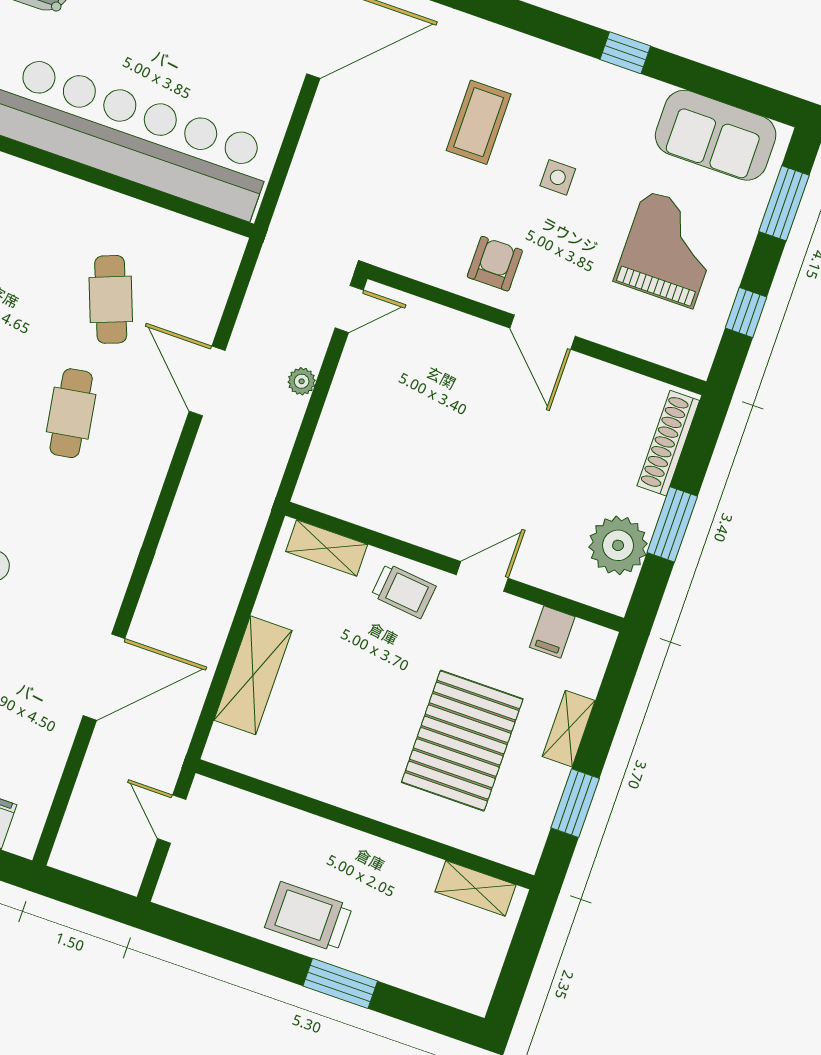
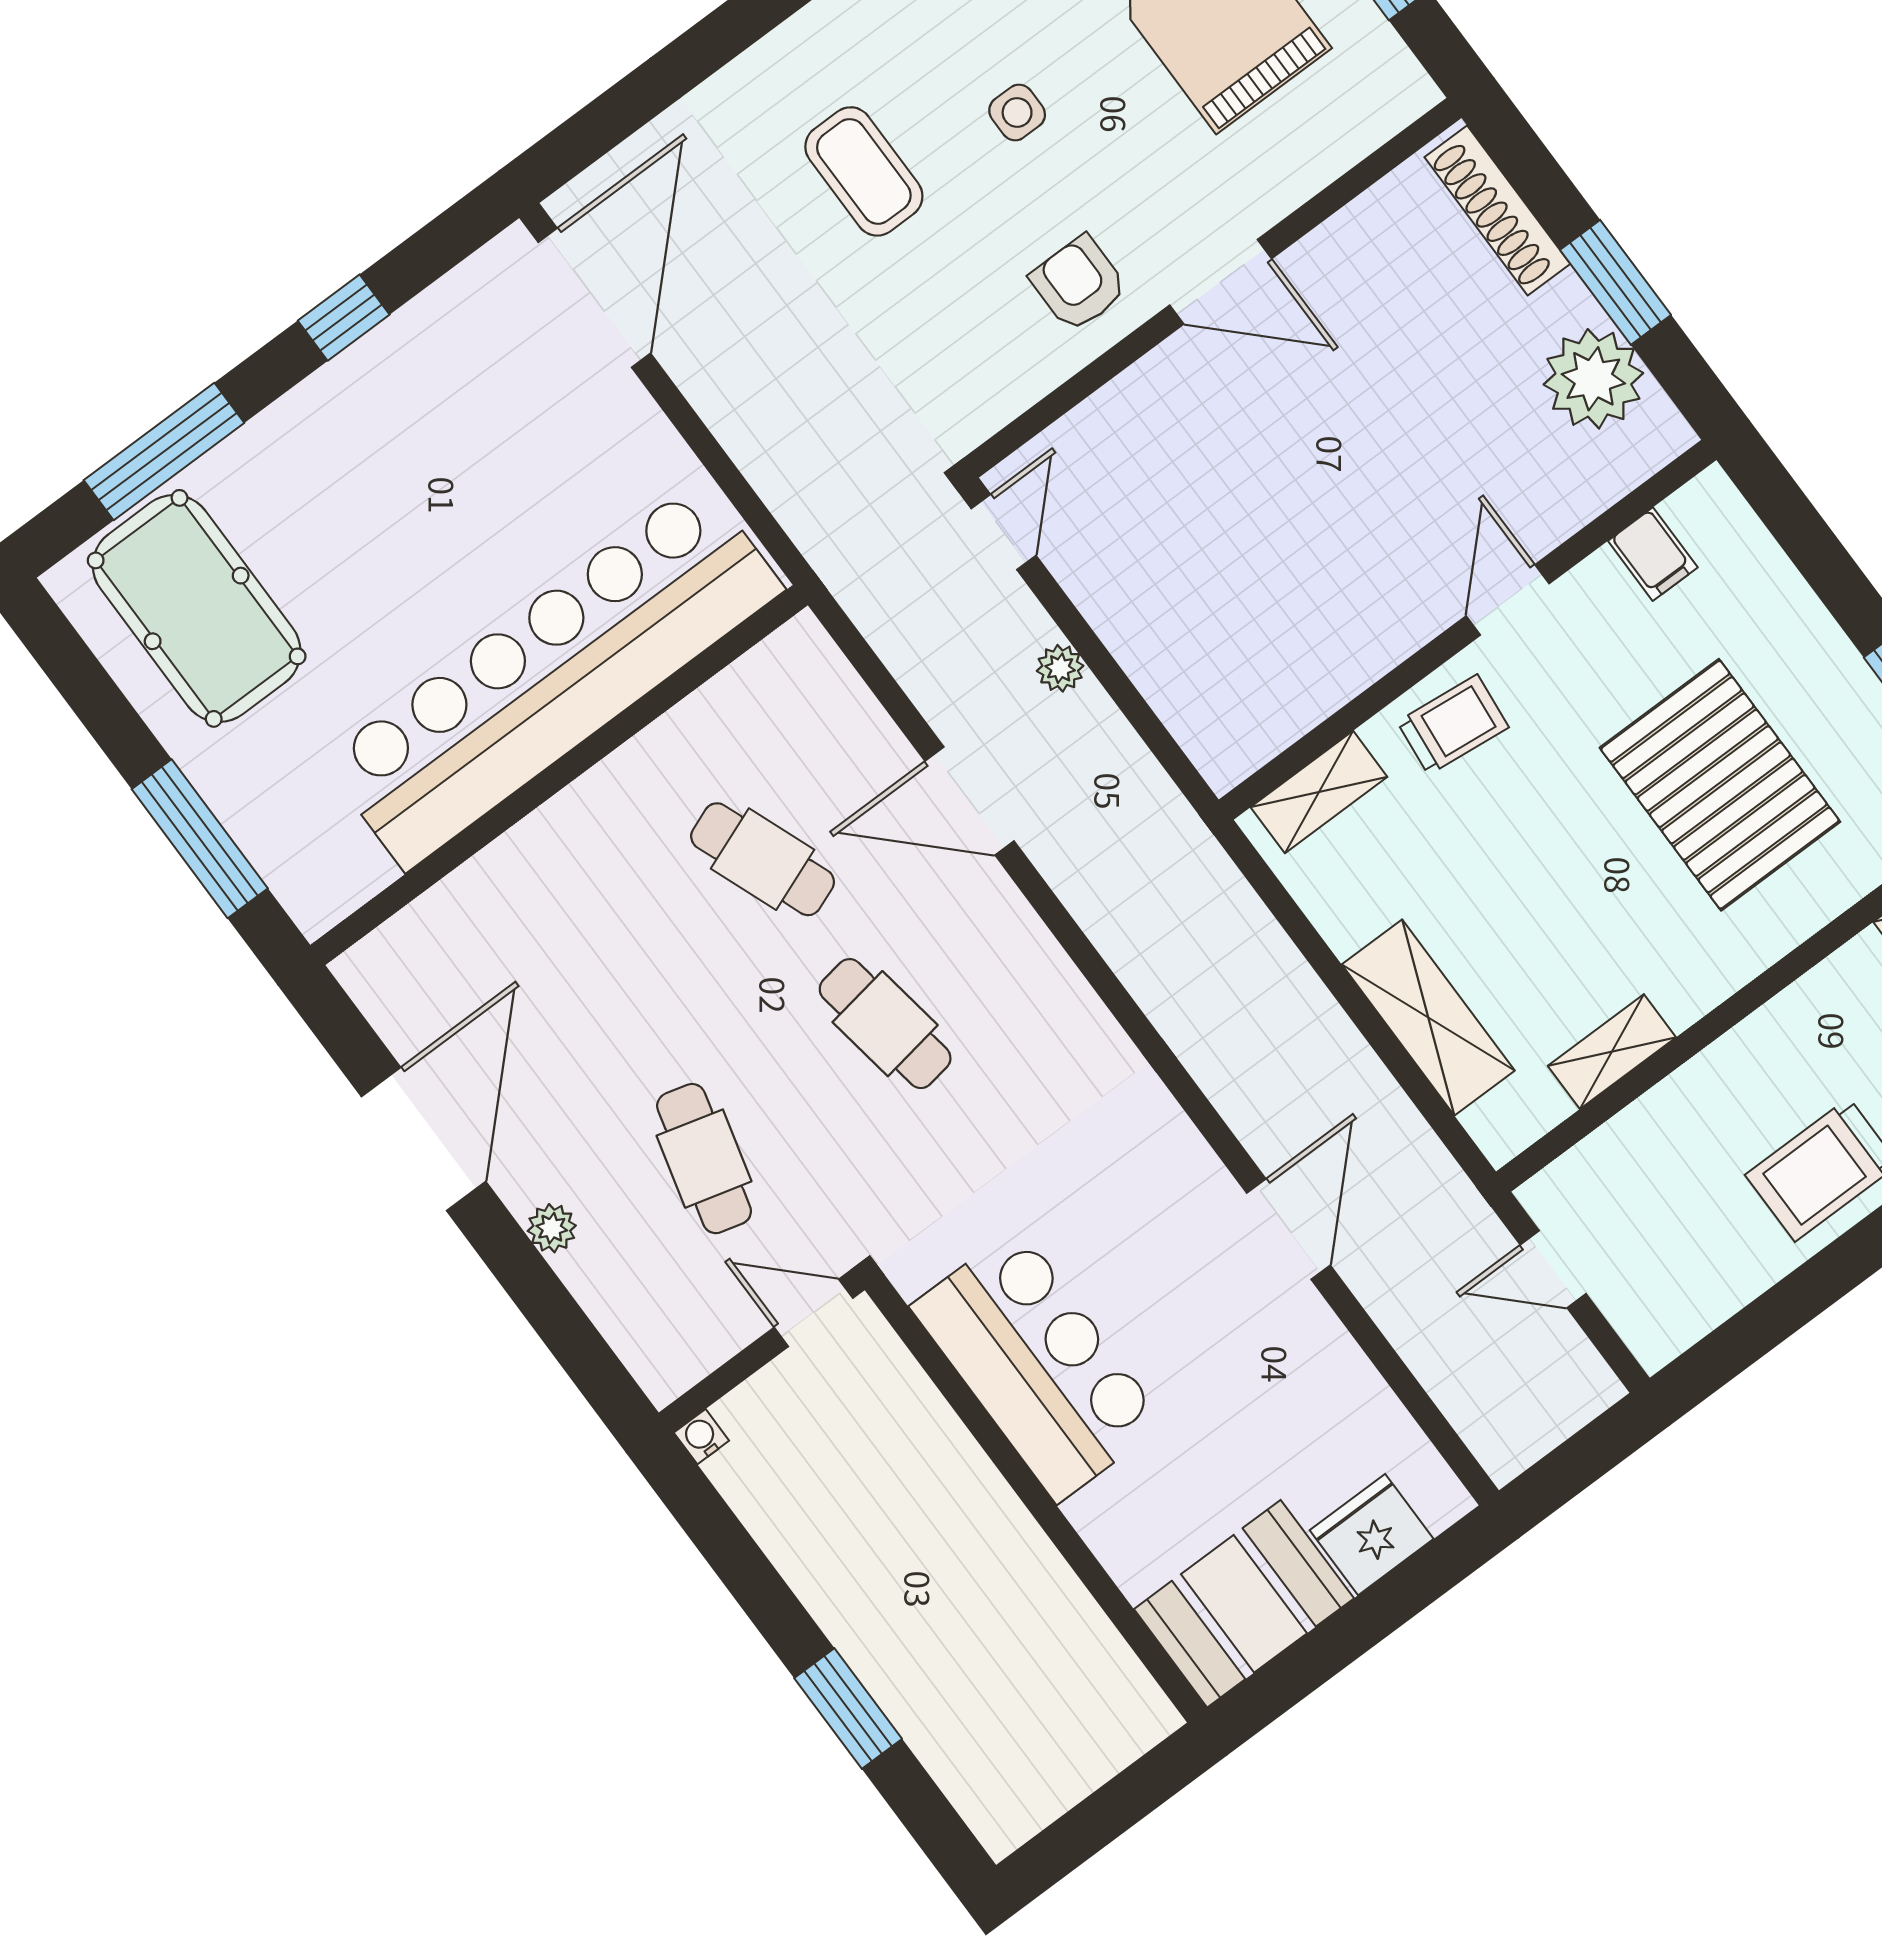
door: (104, 677) -> (1289, 1229), width x0.73
shelving: (569, 729) -> (1612, 1052), moved, turned 90

